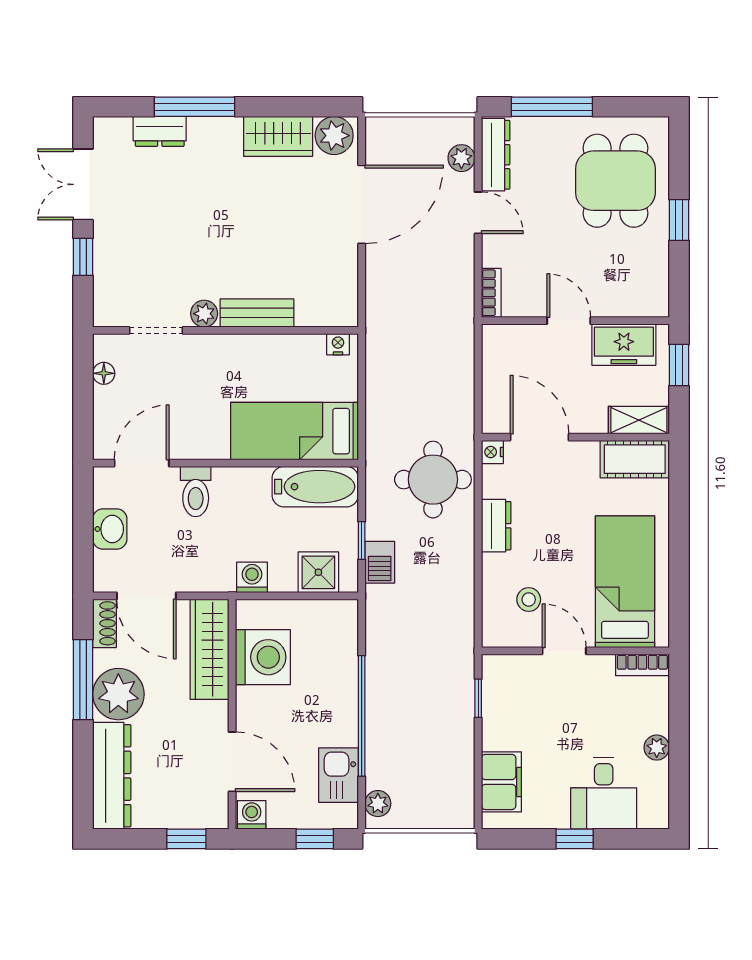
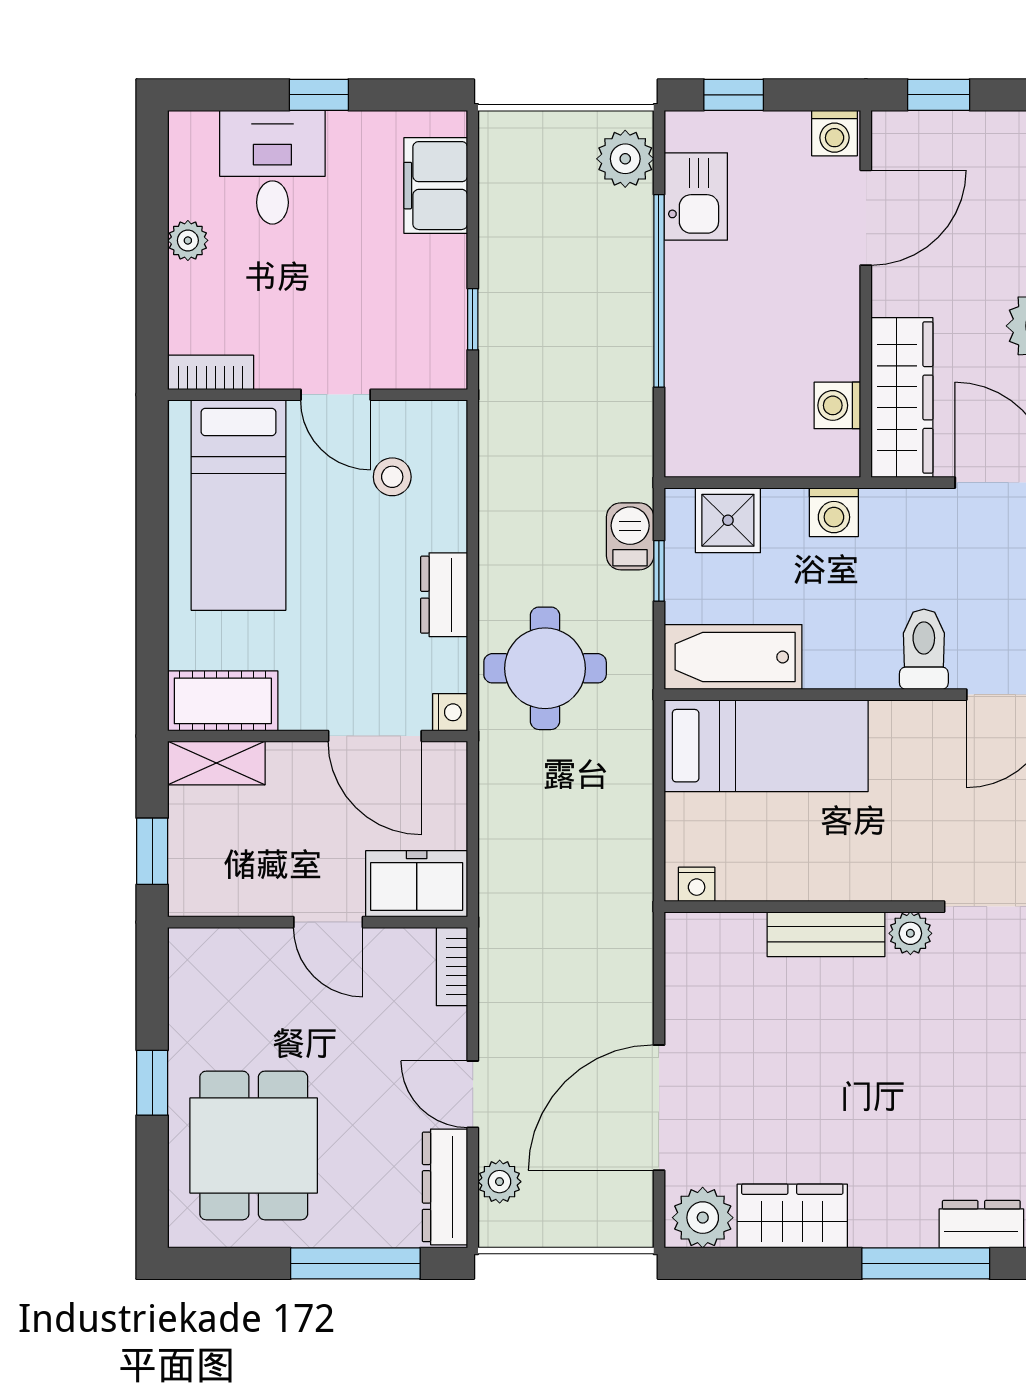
freezer: (624, 345) -> (417, 884), moved
washing machine: (263, 657) -> (837, 405), width x0.53, depth x0.53
door: (232, 762) -> (866, 218), swing flipped
plant: (378, 804) -> (625, 159), width x1.38, depth x1.38

